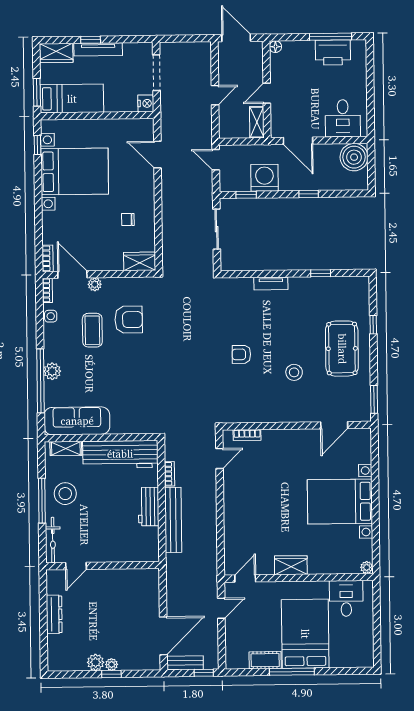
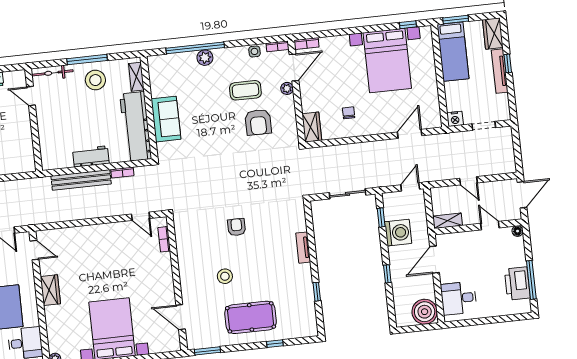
doorway: (156, 73) -> (484, 126), width x0.73
door: (267, 93) -> (490, 226), moved
sofa: (77, 421) -> (166, 119), moved, width x0.73

